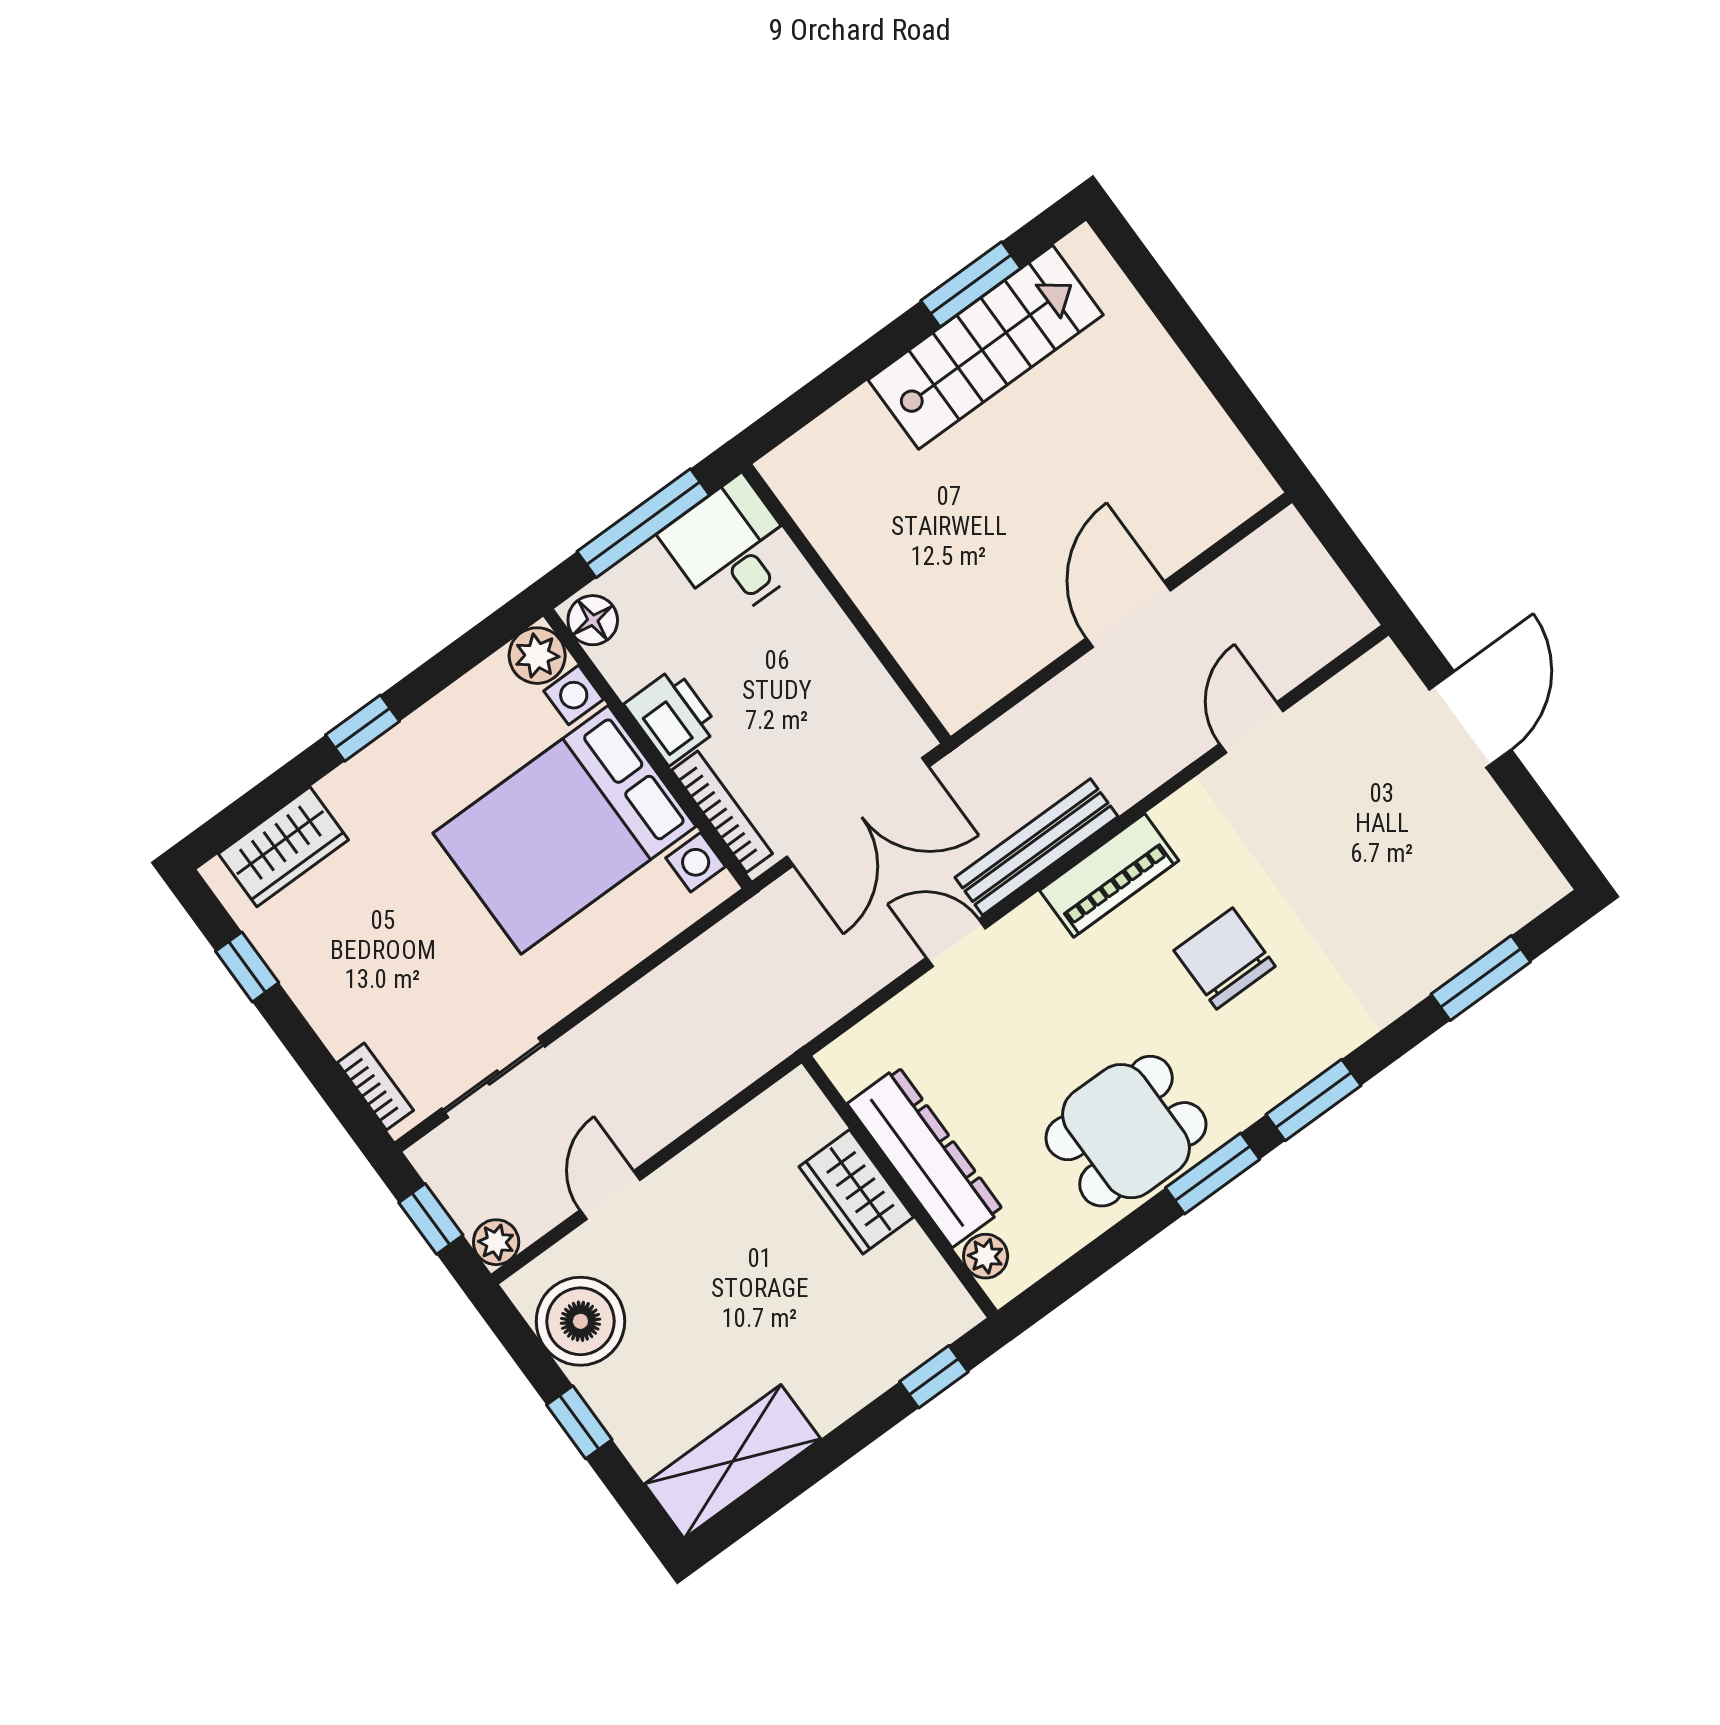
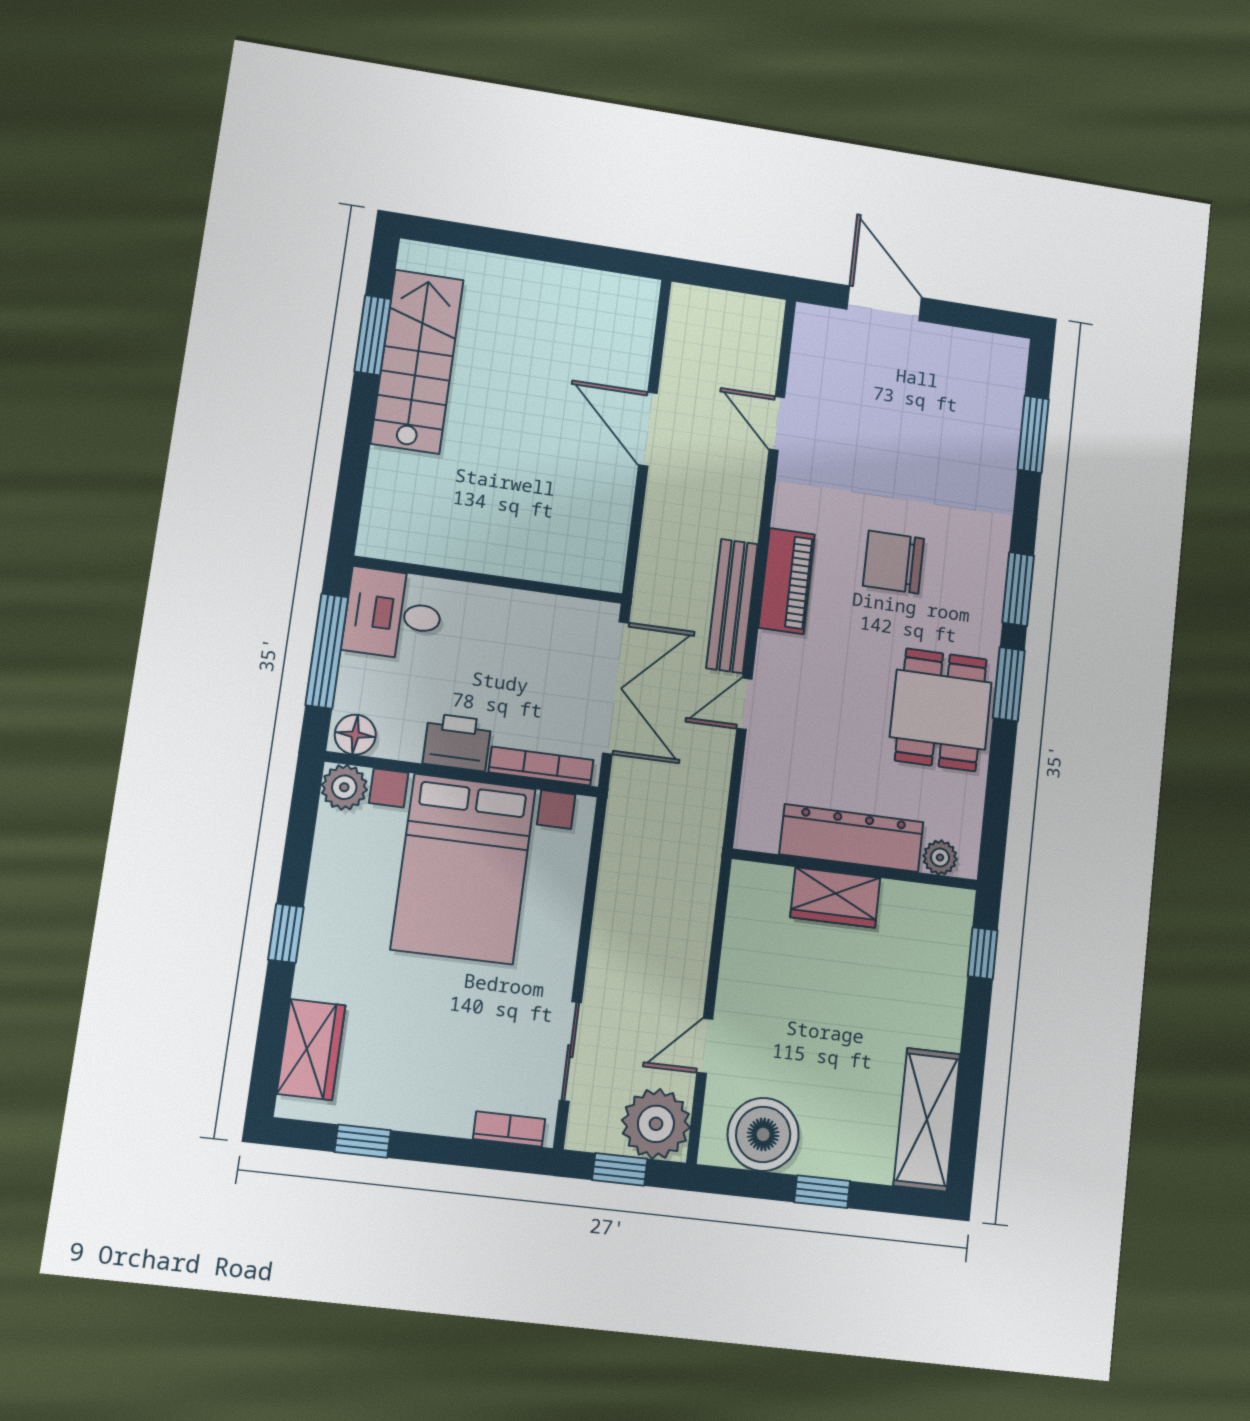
door: (610, 1195) -> (705, 1046), hinge flipped
plant: (496, 1242) -> (656, 1124), width x1.88, depth x1.88

